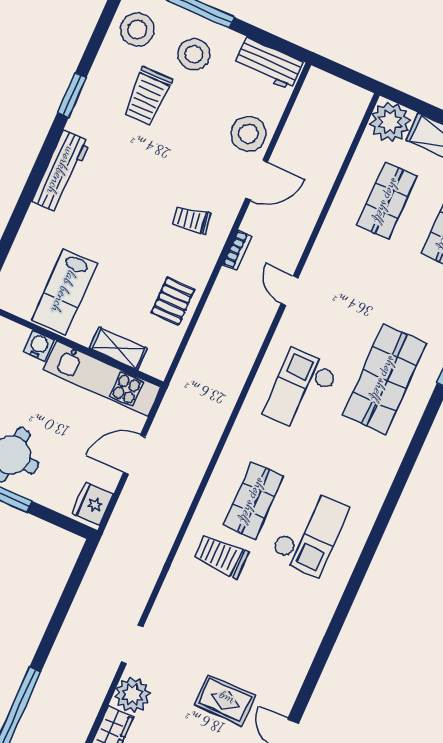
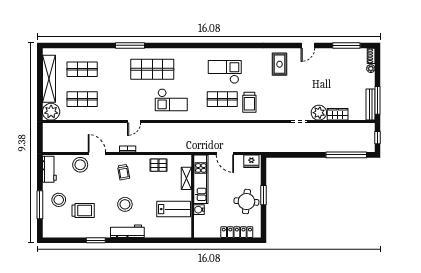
stool: (137, 29) -> (125, 204), moved
rug: (225, 700) -> (280, 64), moved

